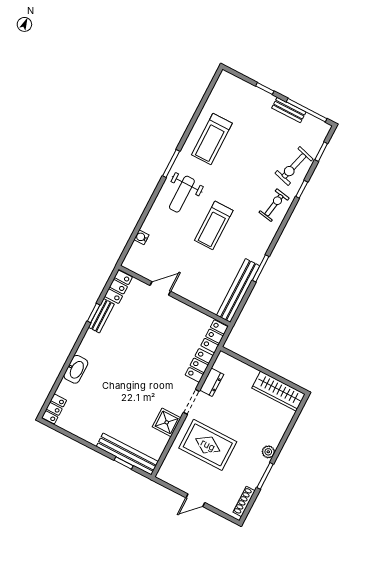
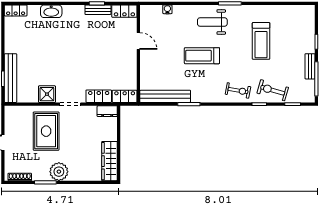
treadmill: (212, 139) -> (261, 41), moved, turned -90
dresser: (212, 382) -> (107, 111), moved
plant: (268, 452) -> (59, 172), width x1.87, depth x1.87

